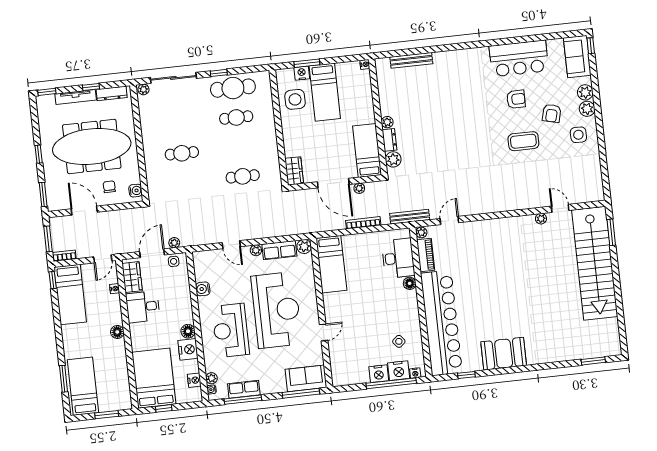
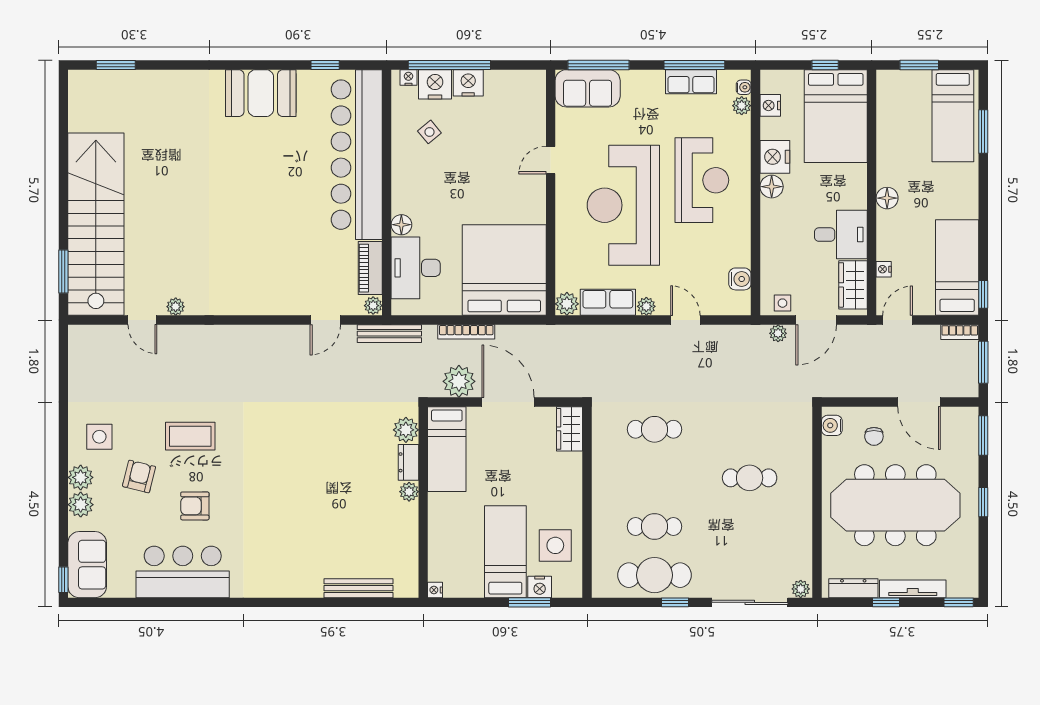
plant: (359, 188) -> (459, 381), width x1.88, depth x1.88
bed: (331, 264) -> (504, 270), width x2.04
water cooler: (203, 289) -> (740, 279), moved

